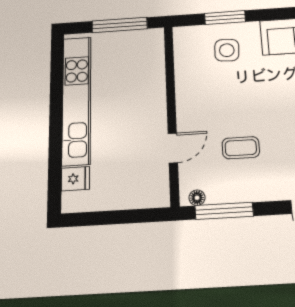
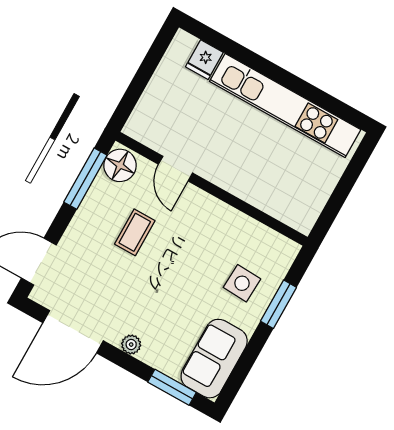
window: (120, 25) -> (340, 195), removed
floor lamp: (197, 198) -> (120, 165), width x1.89, depth x1.89

